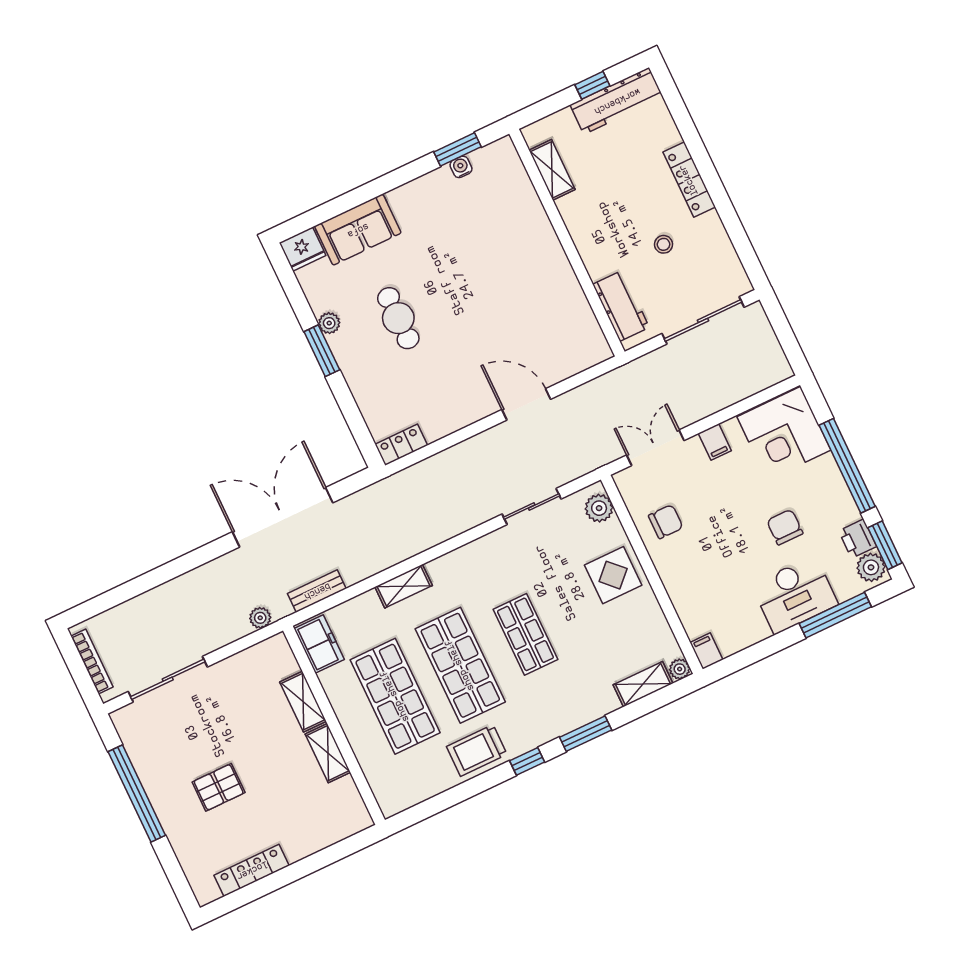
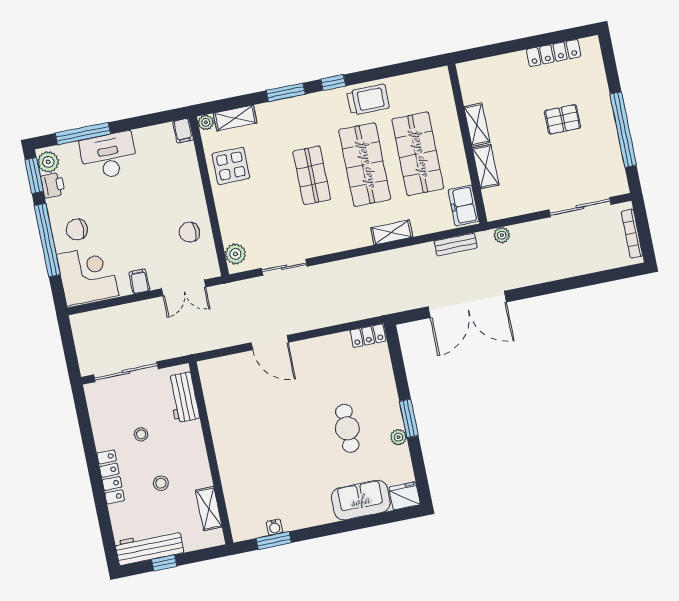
stool: (622, 187) -> (161, 483), added
chair: (785, 527) -> (77, 230), moved, turned 90
display table: (613, 575) -> (231, 166), moved

